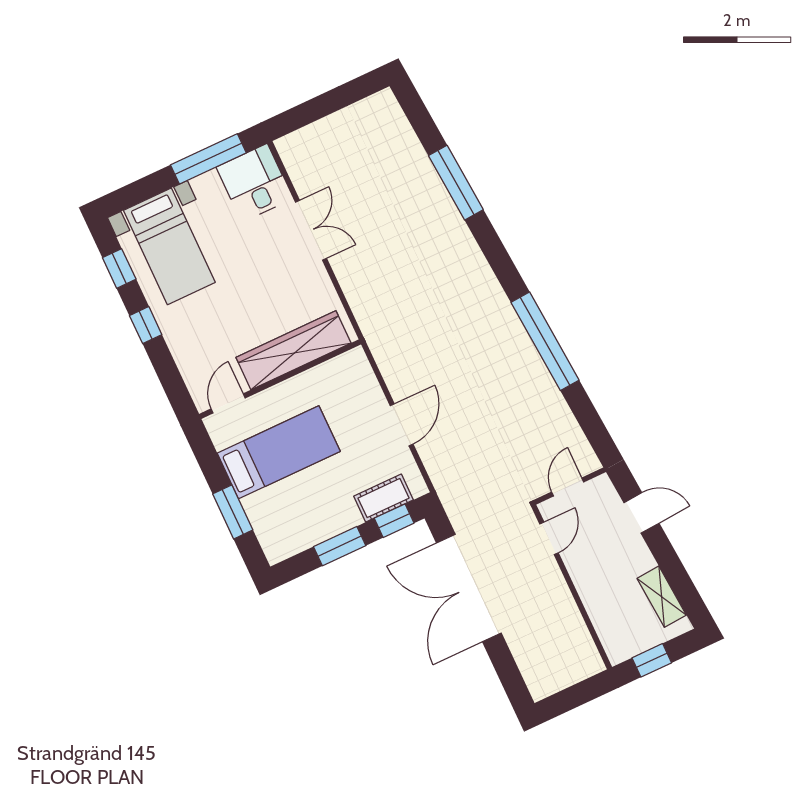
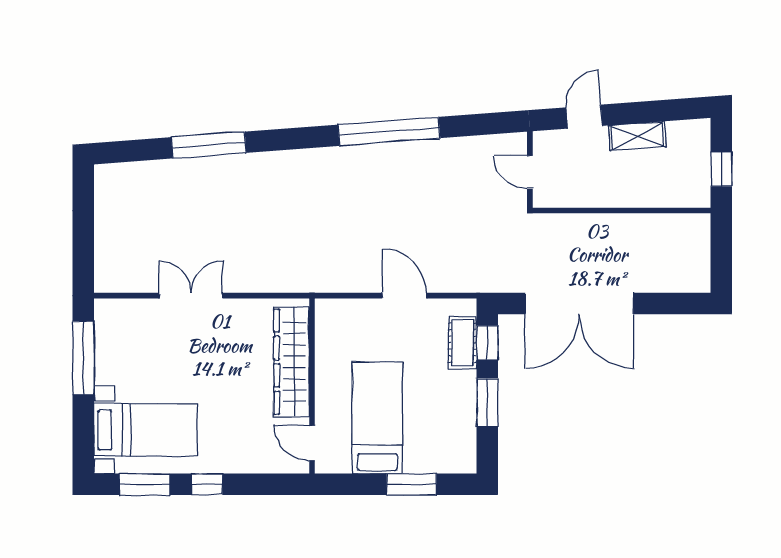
desk: (255, 183) -> (124, 327), removed
window: (119, 268) -> (145, 484), width x1.50
door: (549, 538) -> (568, 211), removed
shelving: (662, 597) -> (637, 136), moved

